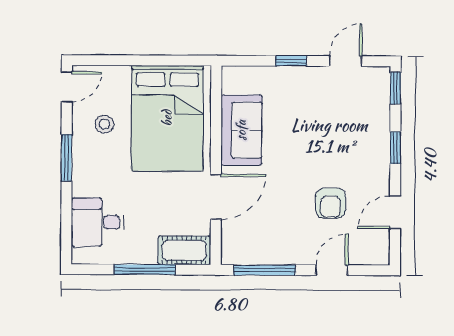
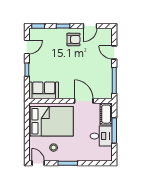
door: (345, 61) -> (27, 47), swing flipped
sofa: (241, 130) -> (44, 90), moved
armchair: (331, 203) -> (74, 39), moved
door: (395, 213) -> (90, 26), hinge flipped
desk: (98, 222) -> (101, 136), moved, turned -90

